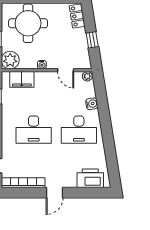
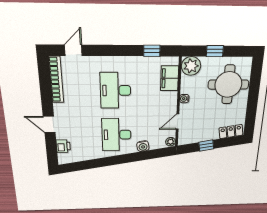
printer: (90, 178) -> (63, 146), width x0.53, depth x0.68
door: (54, 193) -> (49, 124), moved

